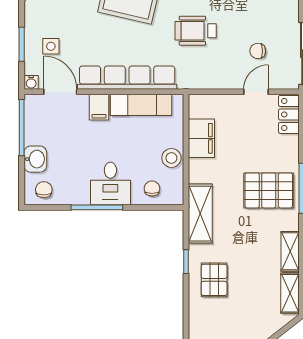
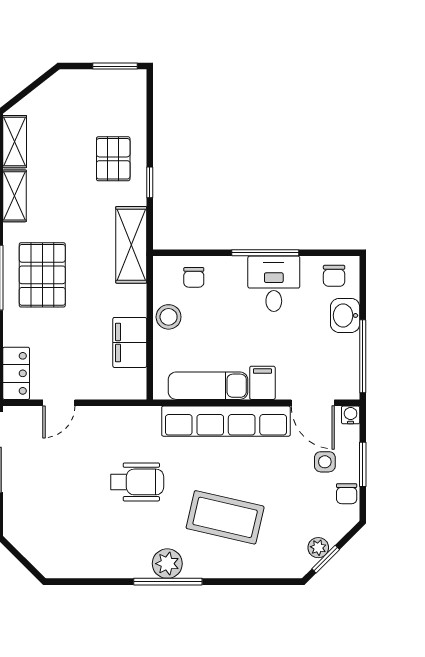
chair: (258, 51) -> (347, 494), moved, turned 90
desk: (110, 184) -> (274, 284), moved
pallet: (269, 190) -> (42, 275), turned 90

